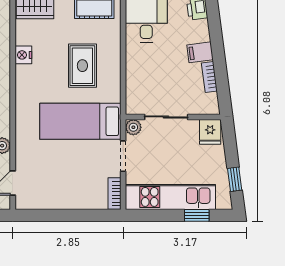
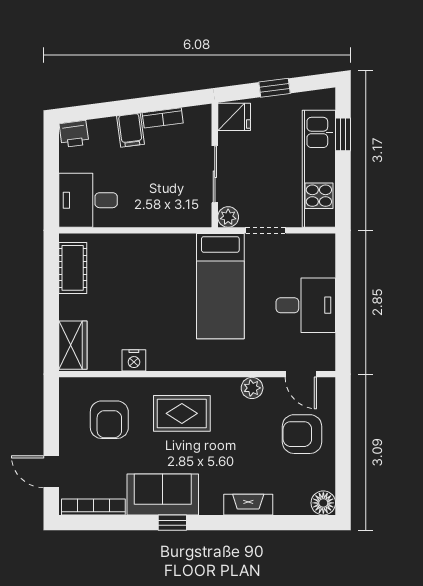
rug: (82, 66) -> (148, 283), removed
window: (235, 179) -> (274, 88), moved
desk: (66, 187) -> (306, 305), added
bookcase: (114, 194) -> (314, 242), removed

